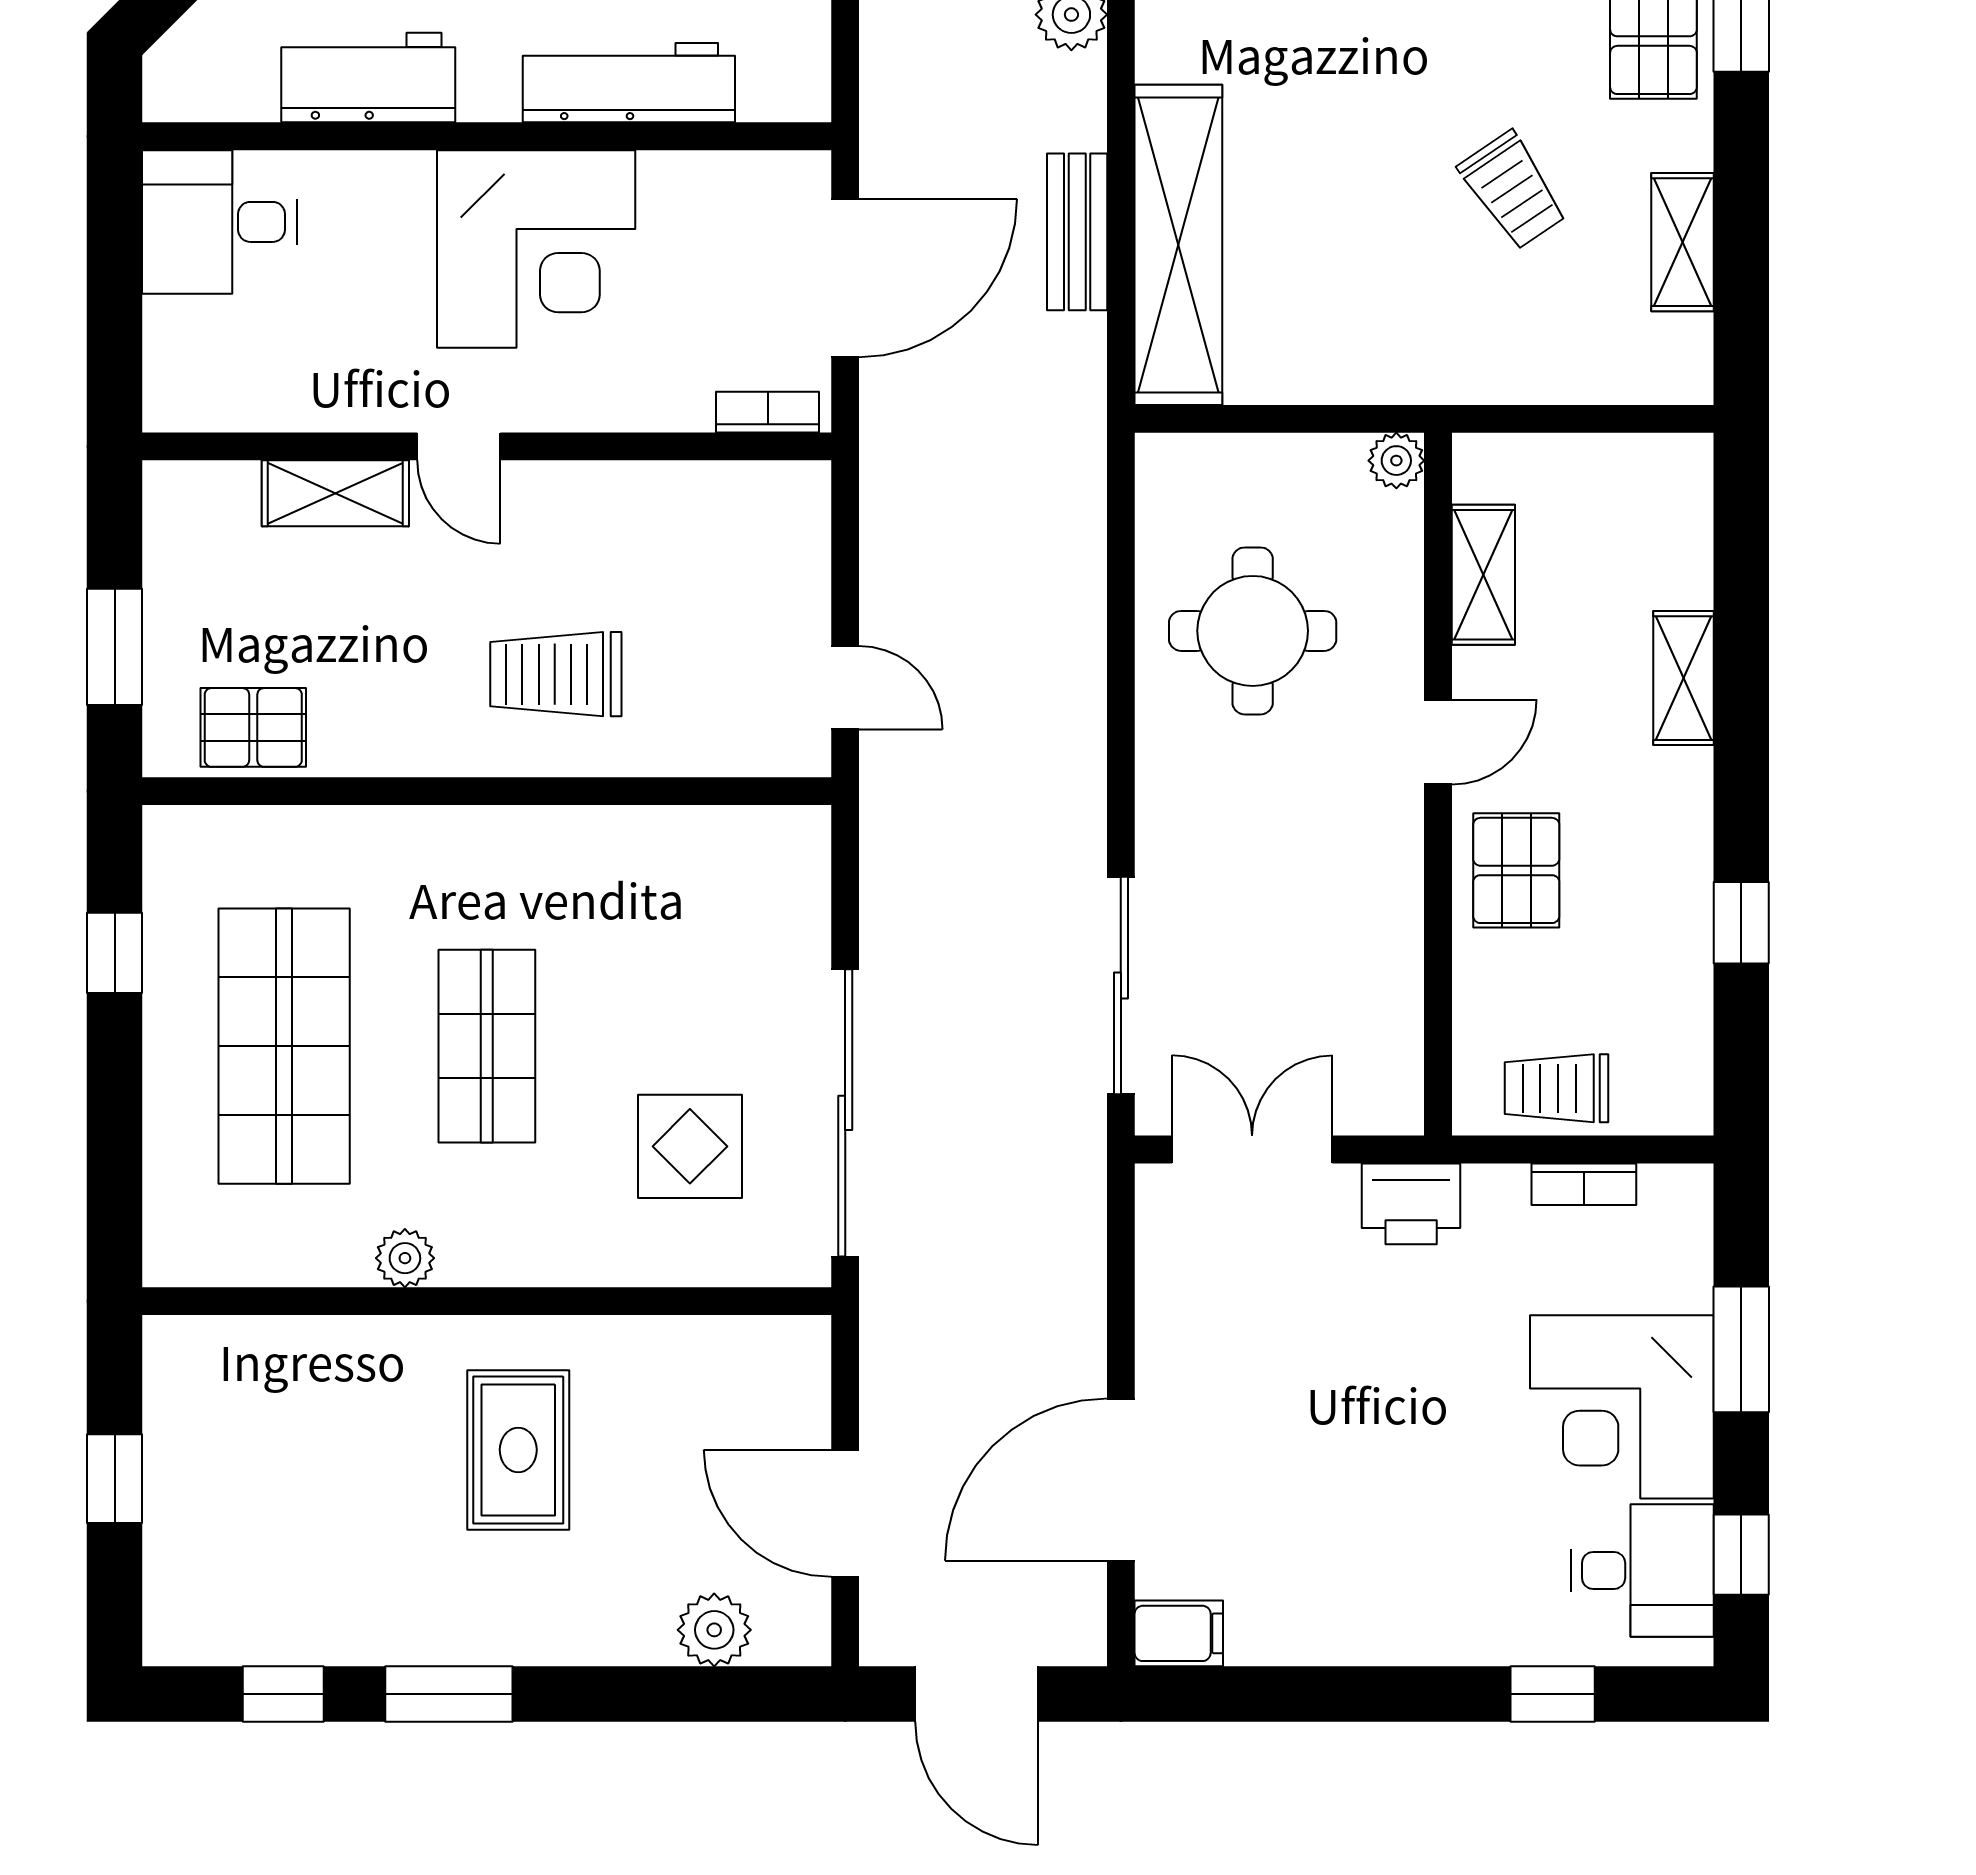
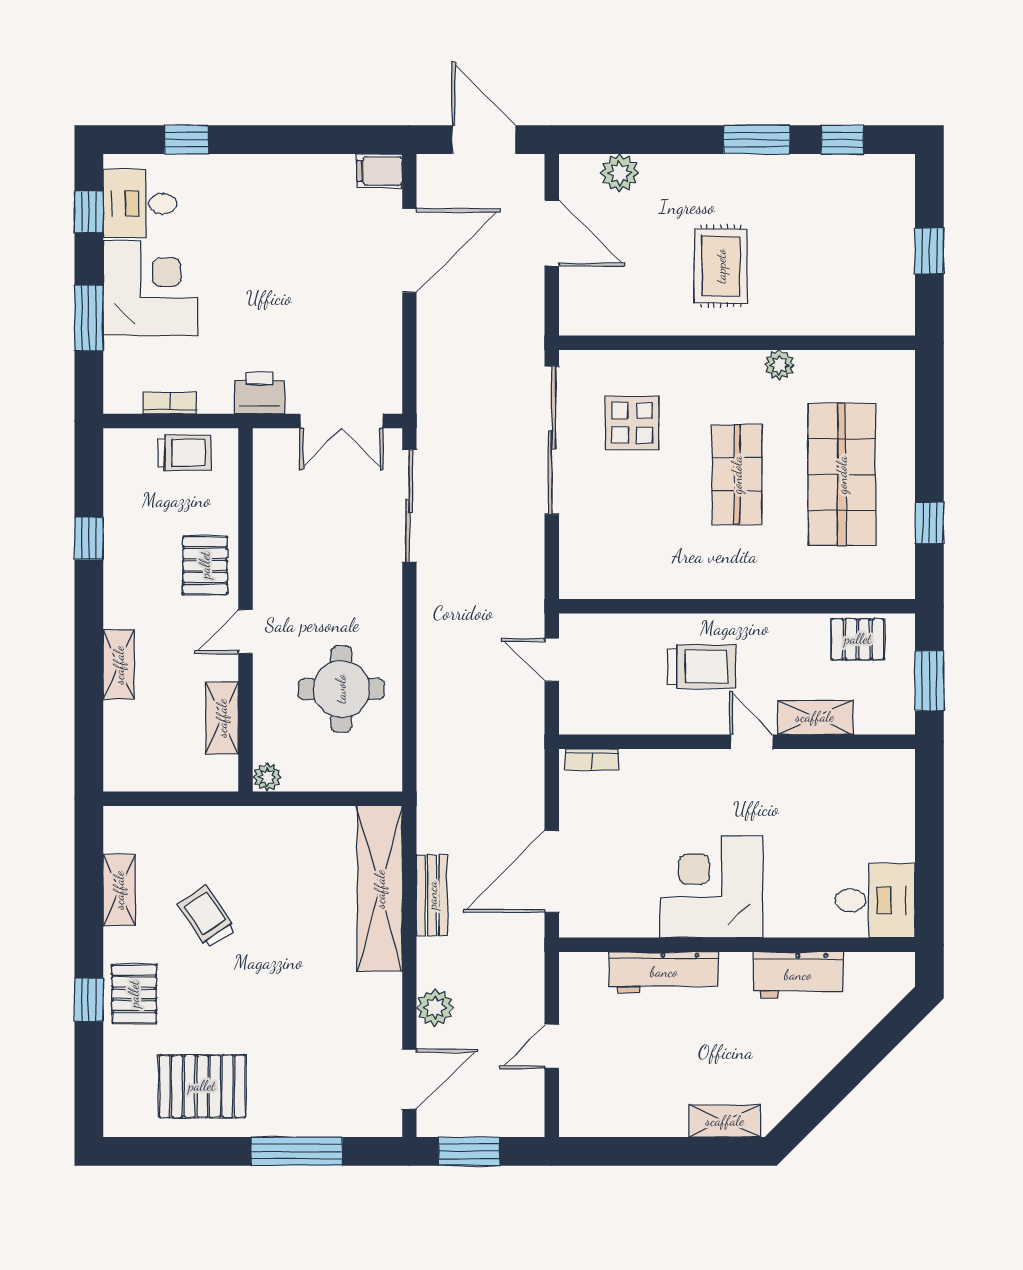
bookcase: (768, 412) -> (592, 759), moved
door: (459, 446) -> (752, 742), moved
wall: (487, 446) -> (737, 742), moved
shelving: (335, 493) -> (815, 717), moved

